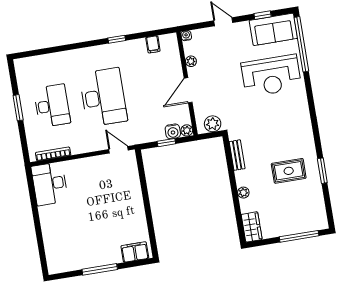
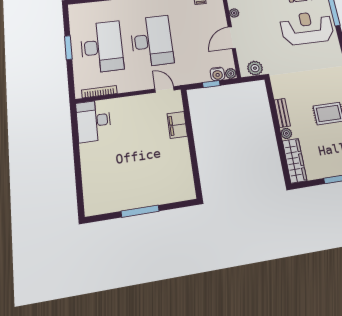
reception desk: (271, 76) -> (307, 28), turned 180
desk: (52, 106) -> (102, 47), width x1.36, depth x1.30
bench: (237, 155) -> (282, 113), moved
wardrobe: (252, 227) -> (295, 161), width x1.50
filing cabinet: (135, 252) -> (177, 125), moved, turned -90

